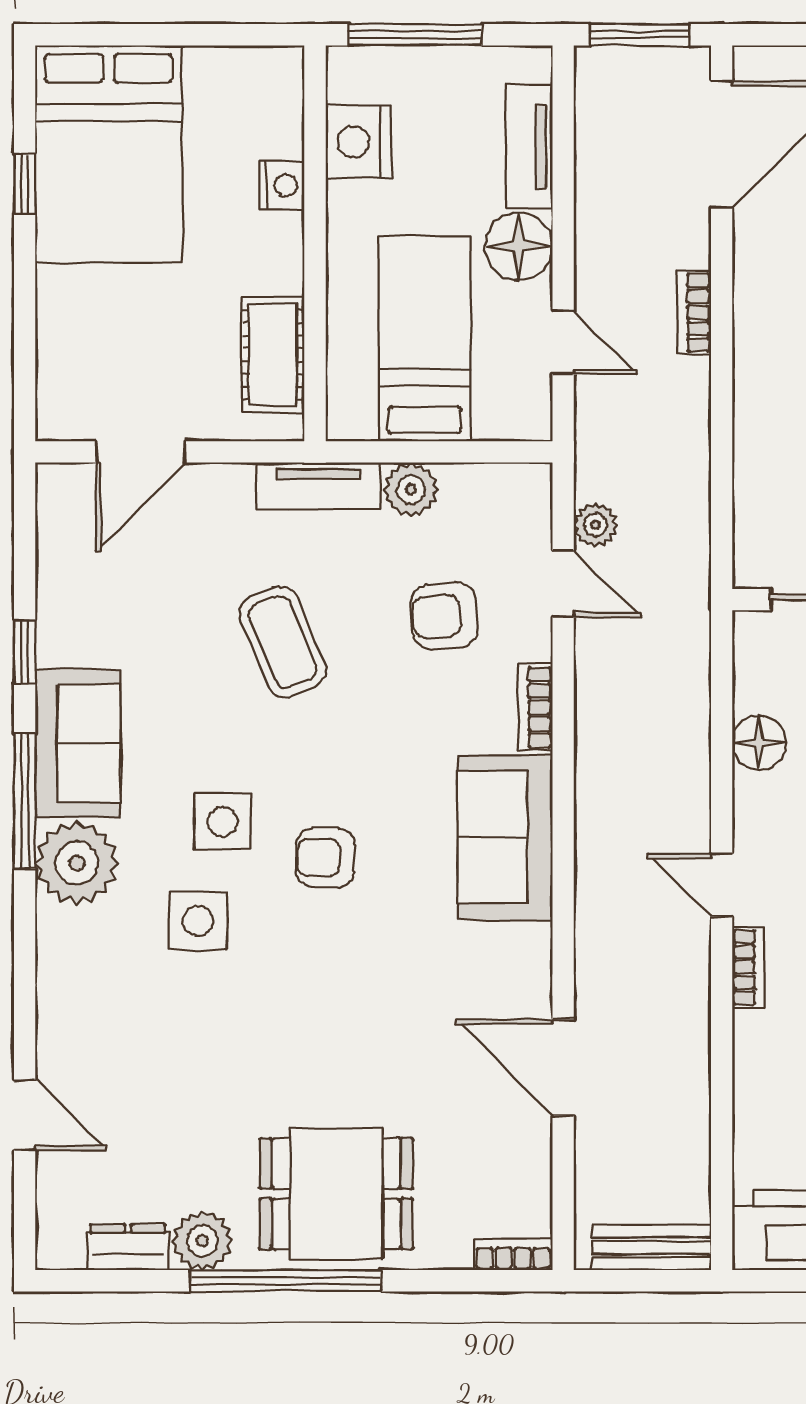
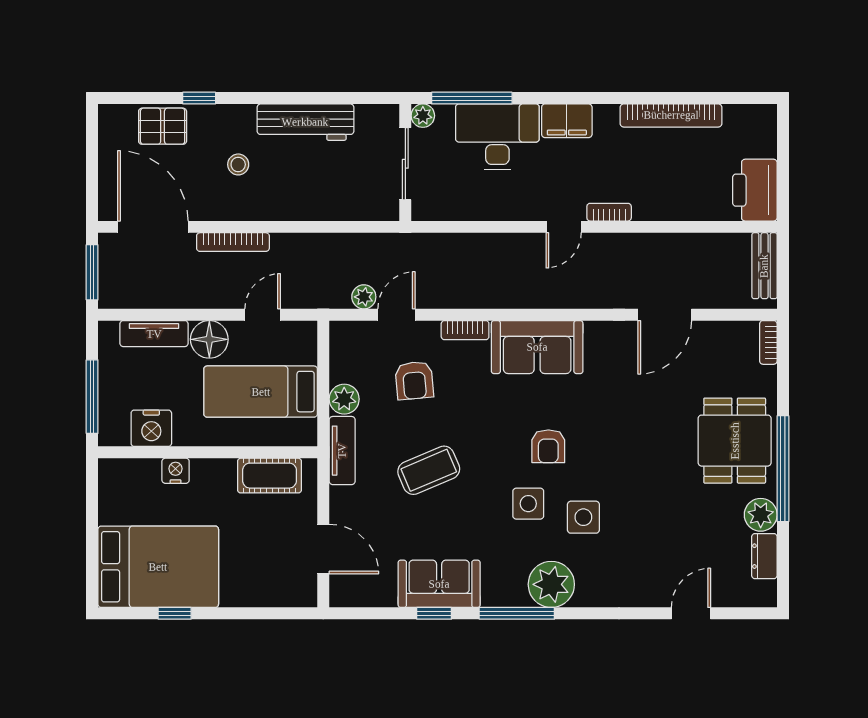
bookcase: (694, 313) -> (233, 242), width x1.56
sofa: (78, 743) -> (439, 584), moved
floor lamp: (759, 743) -> (485, 206), removed

